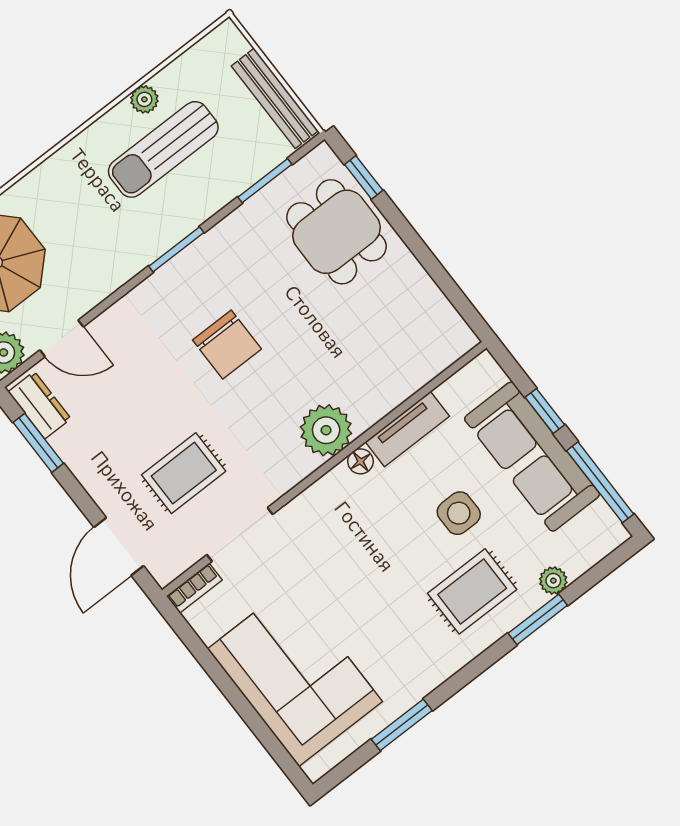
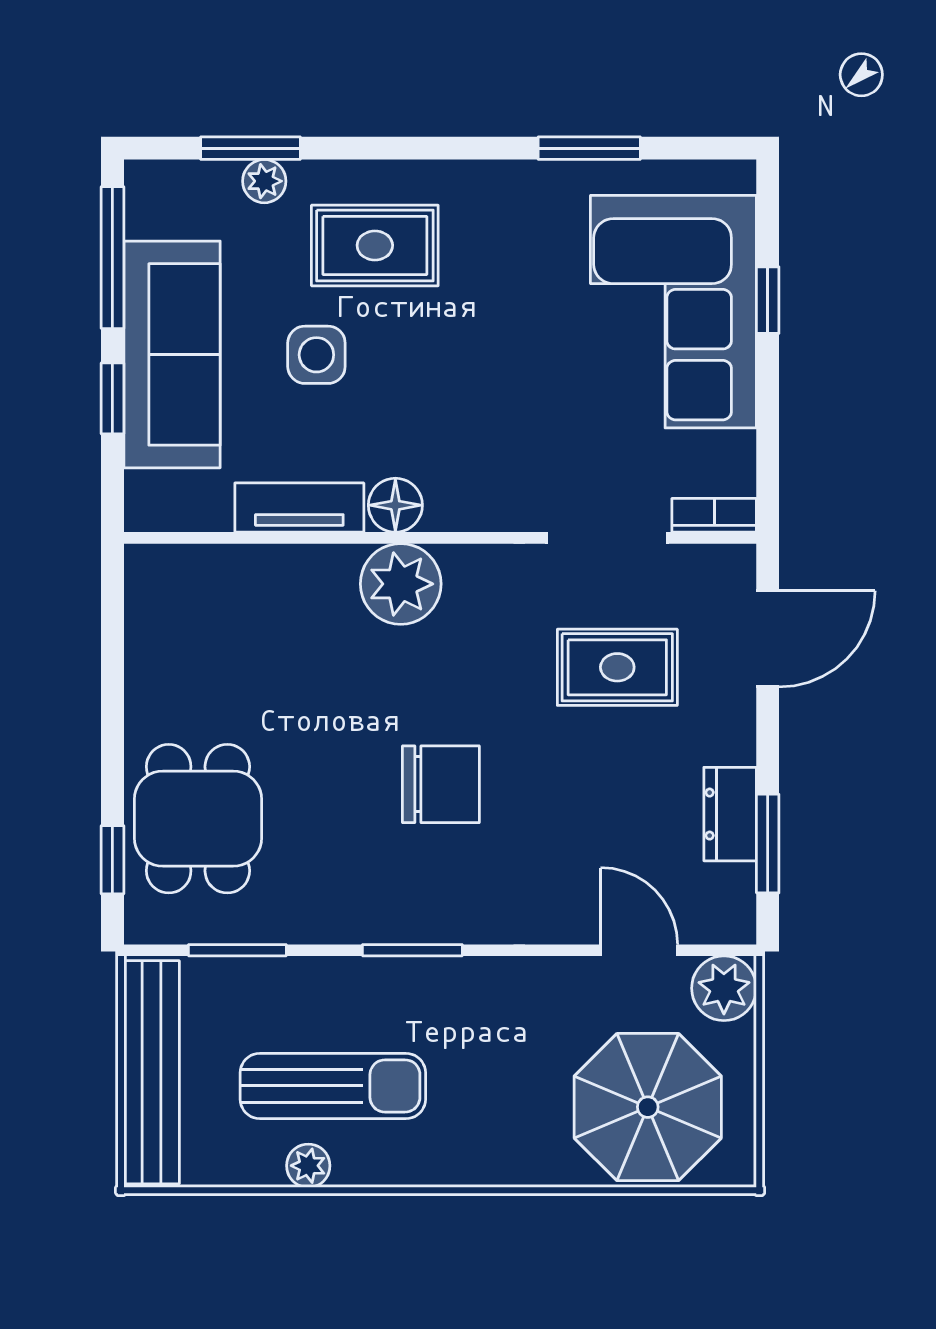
bench: (275, 98) -> (152, 1072), width x1.37, depth x1.21
chair: (227, 345) -> (441, 784), turned 90
dresser: (40, 405) -> (730, 814), moved
floor lamp: (361, 461) -> (395, 505), width x1.37, depth x1.37
window: (538, 619) -> (251, 148), moved
window: (252, 718) -> (768, 300), added

